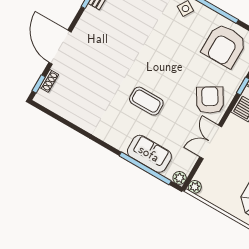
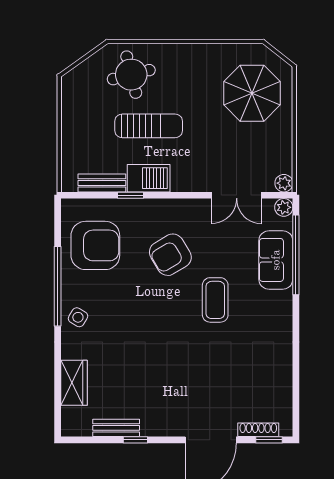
shoe rack: (49, 81) -> (258, 430), width x1.43
armchair: (210, 100) -> (170, 255), moved
double door: (211, 142) -> (237, 195), moved

